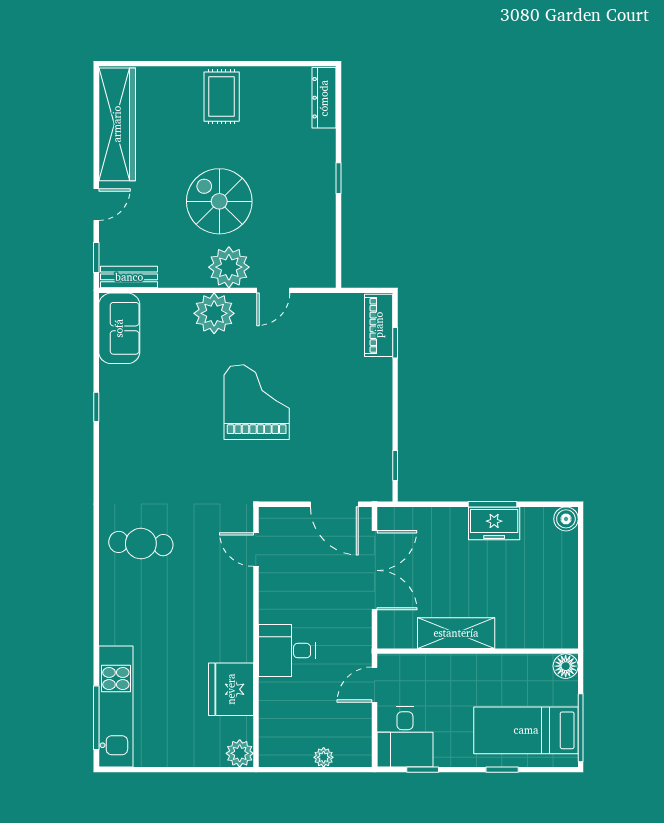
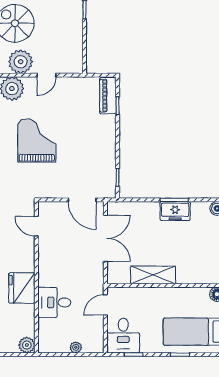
desk: (287, 651) -> (54, 302), moved
fridge: (231, 689) -> (22, 288), moved

